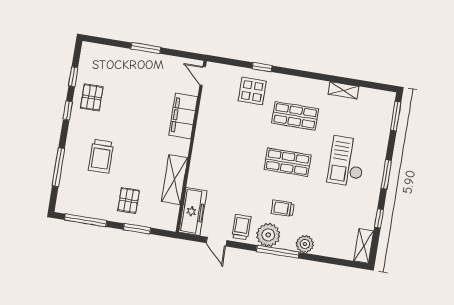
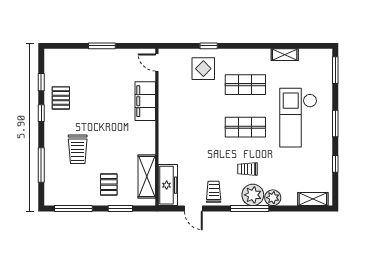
checkout: (347, 161) -> (298, 118), width x1.36, depth x1.21
shelving: (175, 180) -> (147, 176), moved
plant: (268, 235) -> (253, 195), moved
shelving: (364, 246) -> (313, 199), moved, turned 90

